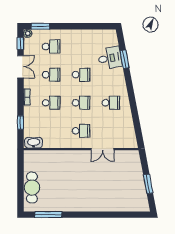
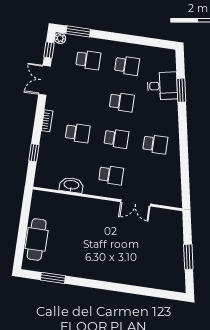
double door: (20, 67) -> (45, 80), swing flipped
school desk: (51, 75) -> (127, 66), moved
washbasin: (34, 143) -> (71, 185), moved
window: (48, 215) -> (53, 278), width x0.69

